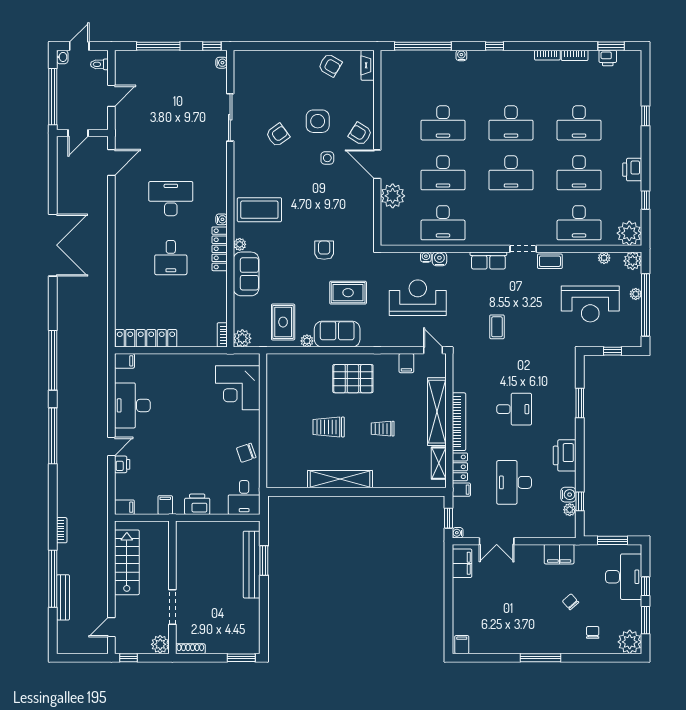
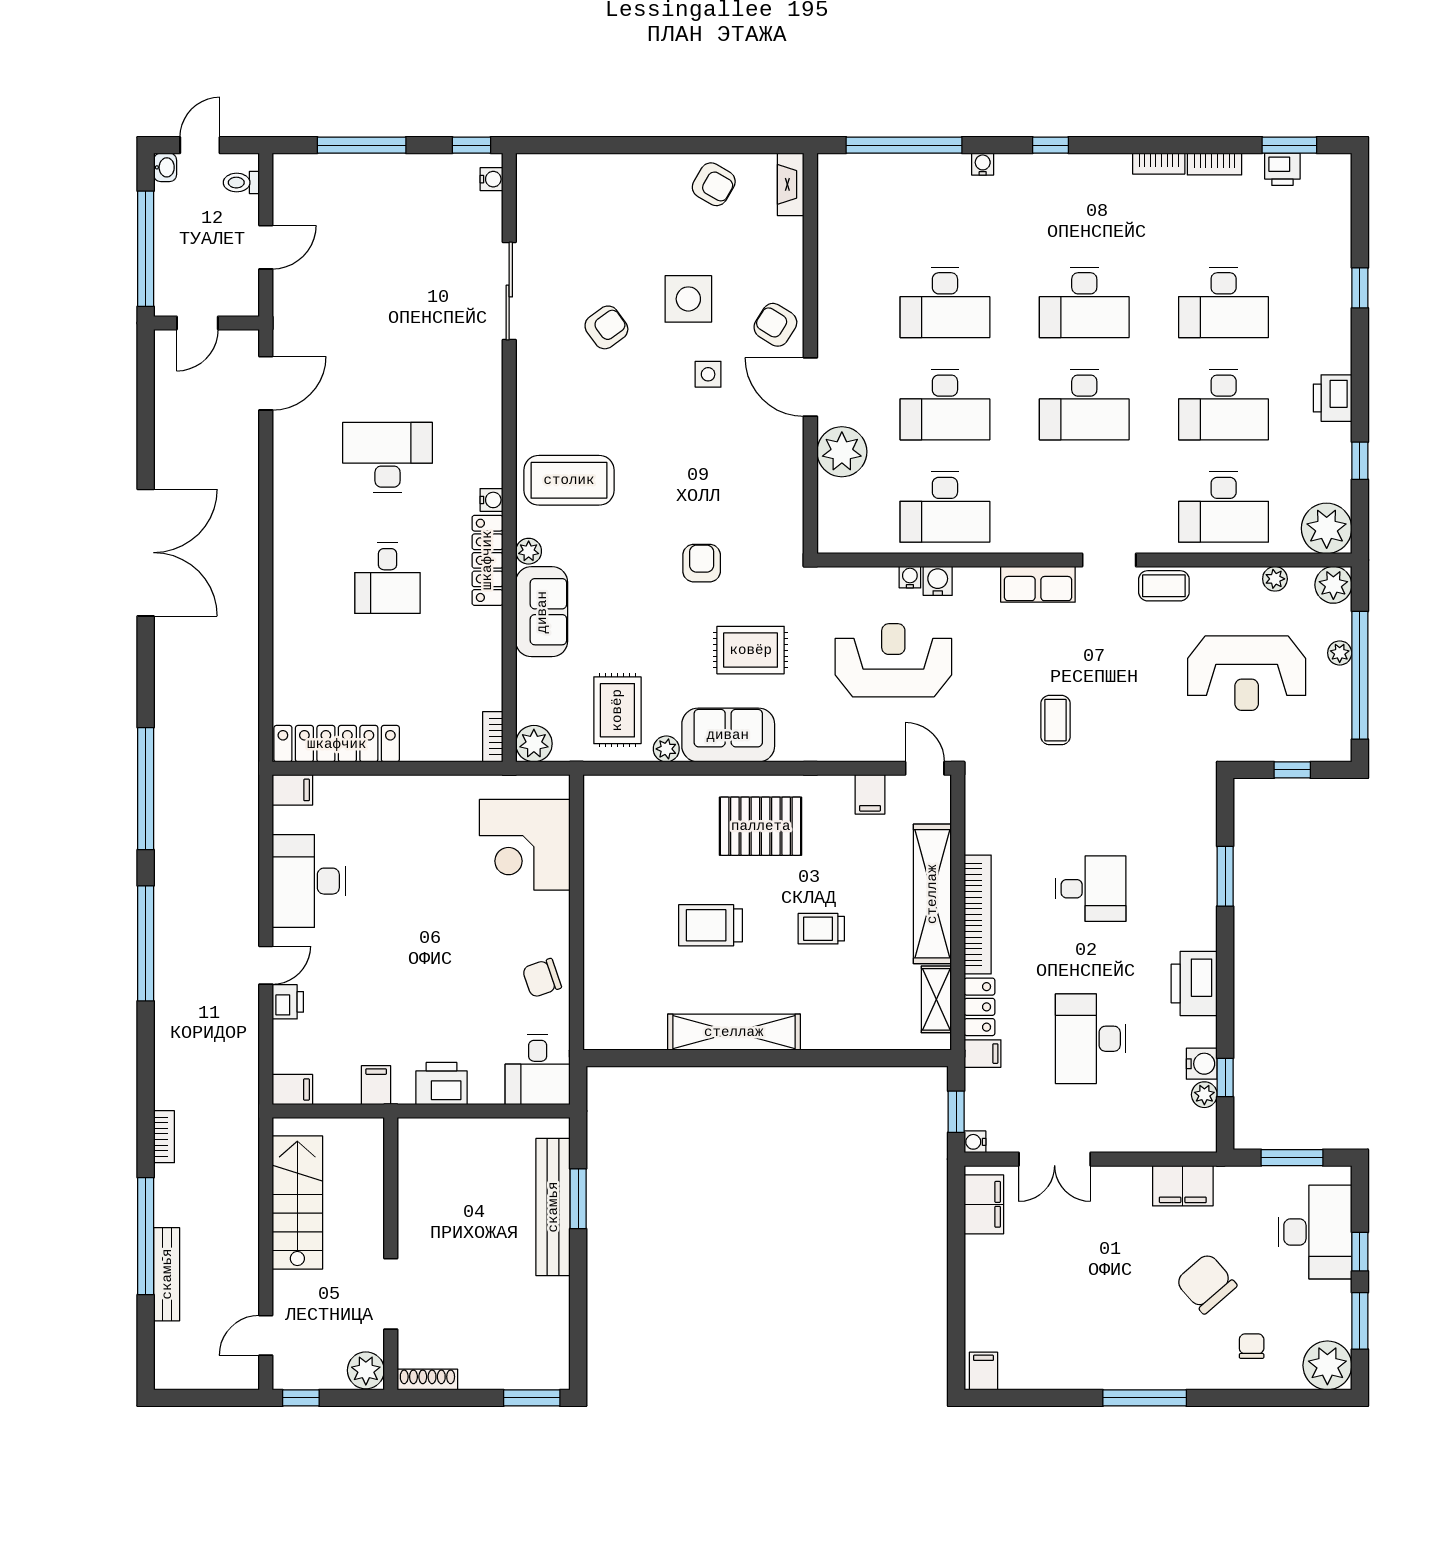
chair: (571, 602) -> (1206, 1283), width x1.87, depth x1.87

